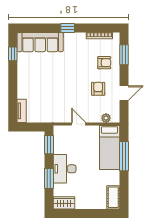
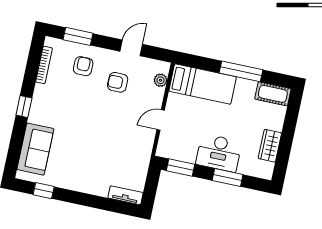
sofa: (40, 42) -> (35, 149), width x0.73
door: (124, 93) -> (131, 48), hinge flipped
window: (124, 156) -> (241, 71), moved
wardrobe: (64, 203) -> (270, 146), moved

